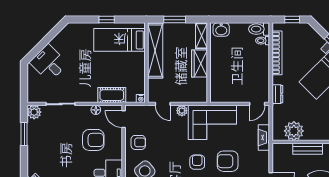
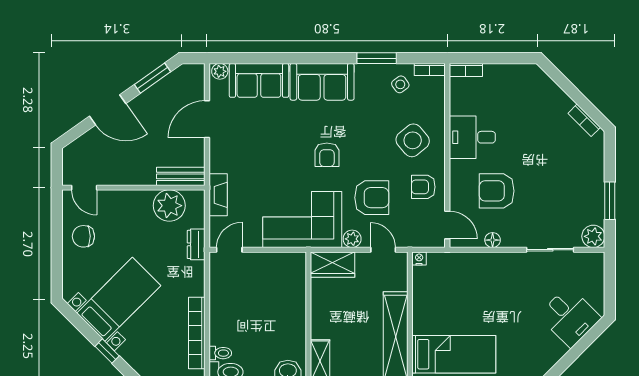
wardrobe: (199, 63) -> (333, 265), moved, turned 90
dresser: (277, 94) -> (196, 244), moved
cot: (112, 95) -> (466, 264), removed
bench: (308, 149) -> (181, 176), moved
armchair: (228, 161) -> (372, 198), moved

